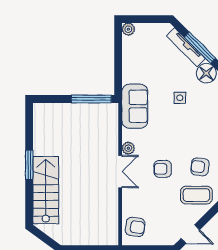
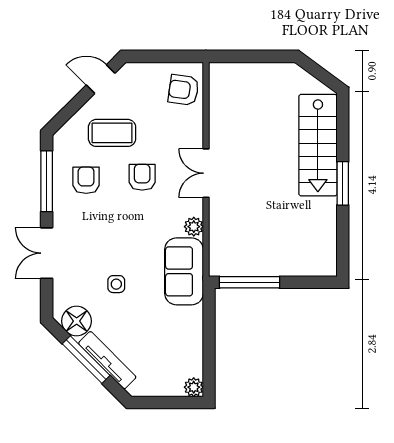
plant: (128, 148) -> (194, 227), moved
armchair: (200, 167) -> (86, 180), turned -98
armchair: (163, 169) -> (142, 177), turned -90
coffee table: (196, 195) -> (112, 133), moved

